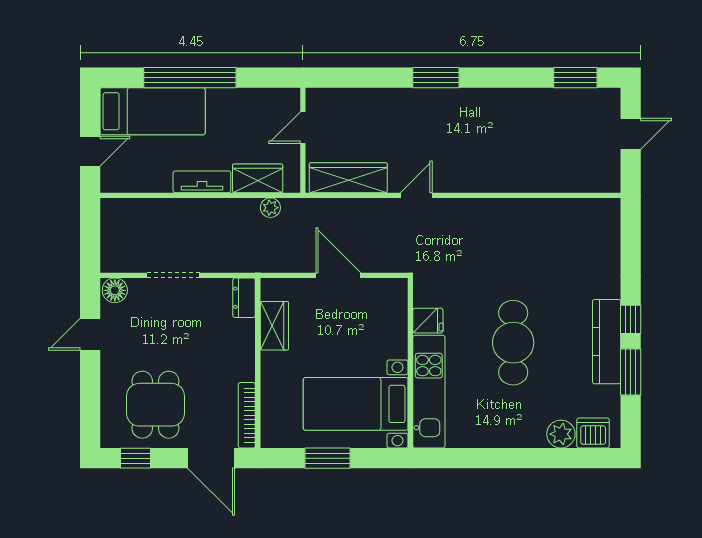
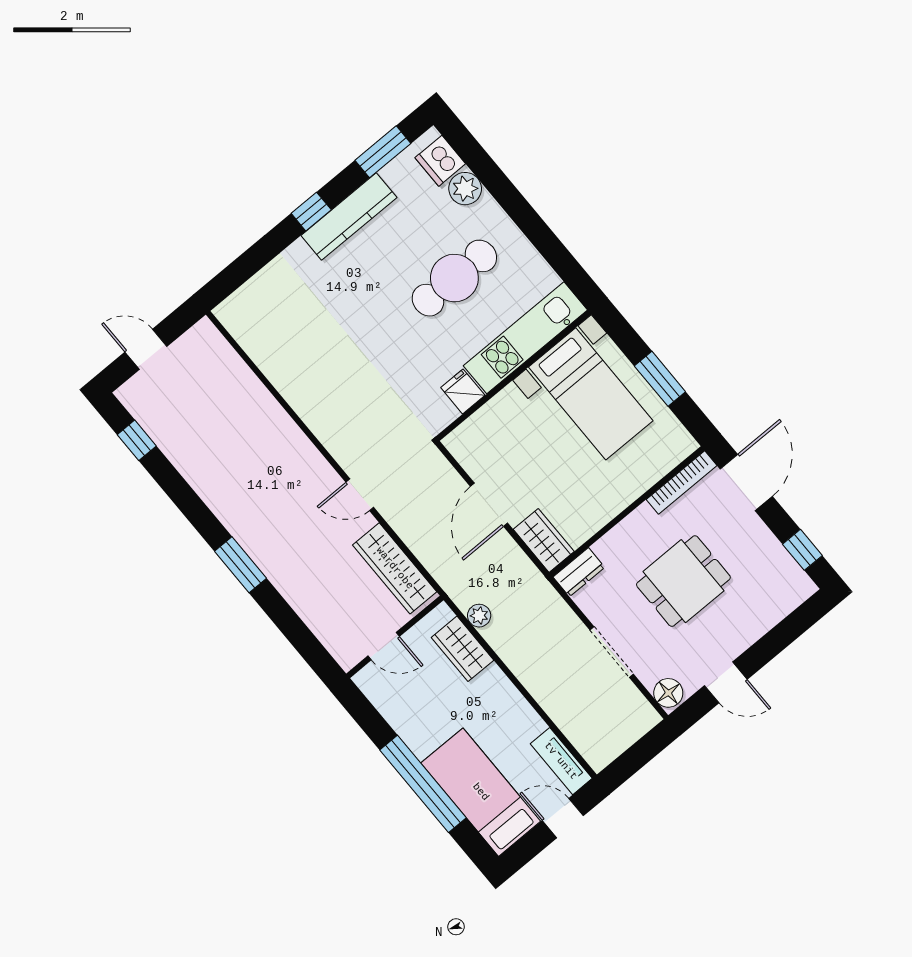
window: (575, 78) -> (137, 440), width x0.67
tv unit: (202, 182) -> (561, 761), moved
wardrobe: (274, 326) -> (544, 540), moved, turned 90
cafe table: (513, 343) -> (454, 278), moved
window: (631, 372) -> (383, 152), moved
dining table: (155, 405) -> (683, 581), moved

